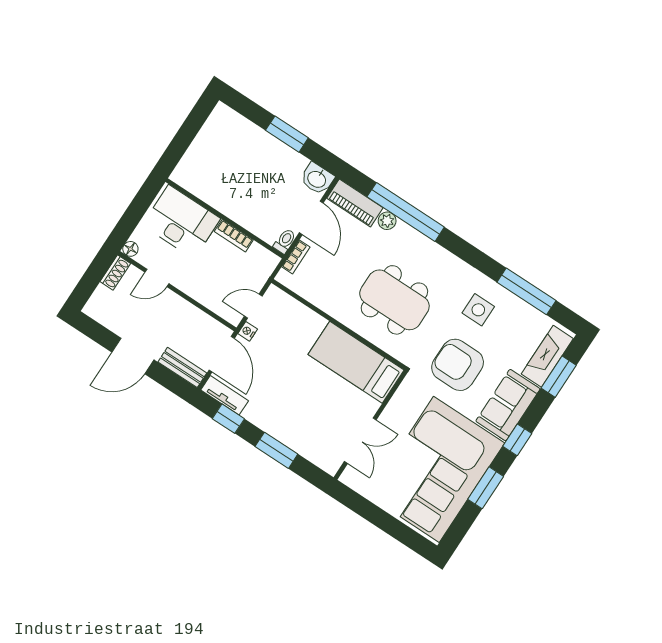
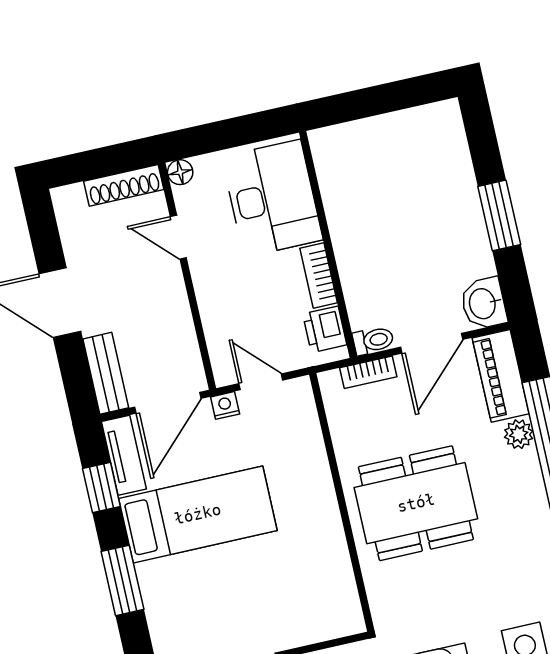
printer: (259, 257) -> (325, 329), added
shoe rack: (115, 272) -> (124, 185), width x1.43
dining table: (394, 300) -> (416, 503), moved, turned 90
bed: (356, 362) -> (198, 514), moved, turned 90

